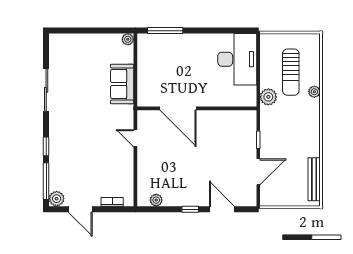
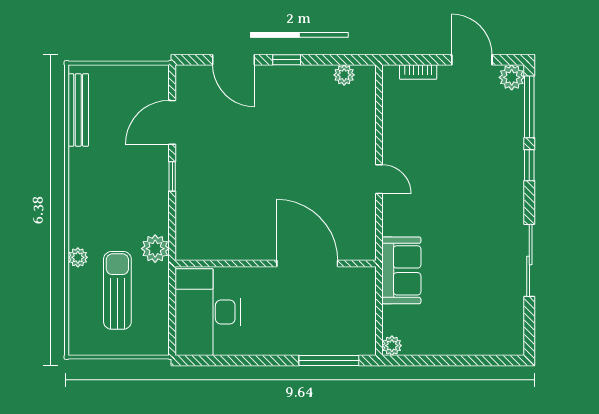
door: (178, 108) -> (307, 264), moved
wall: (197, 108) -> (276, 264), moved

